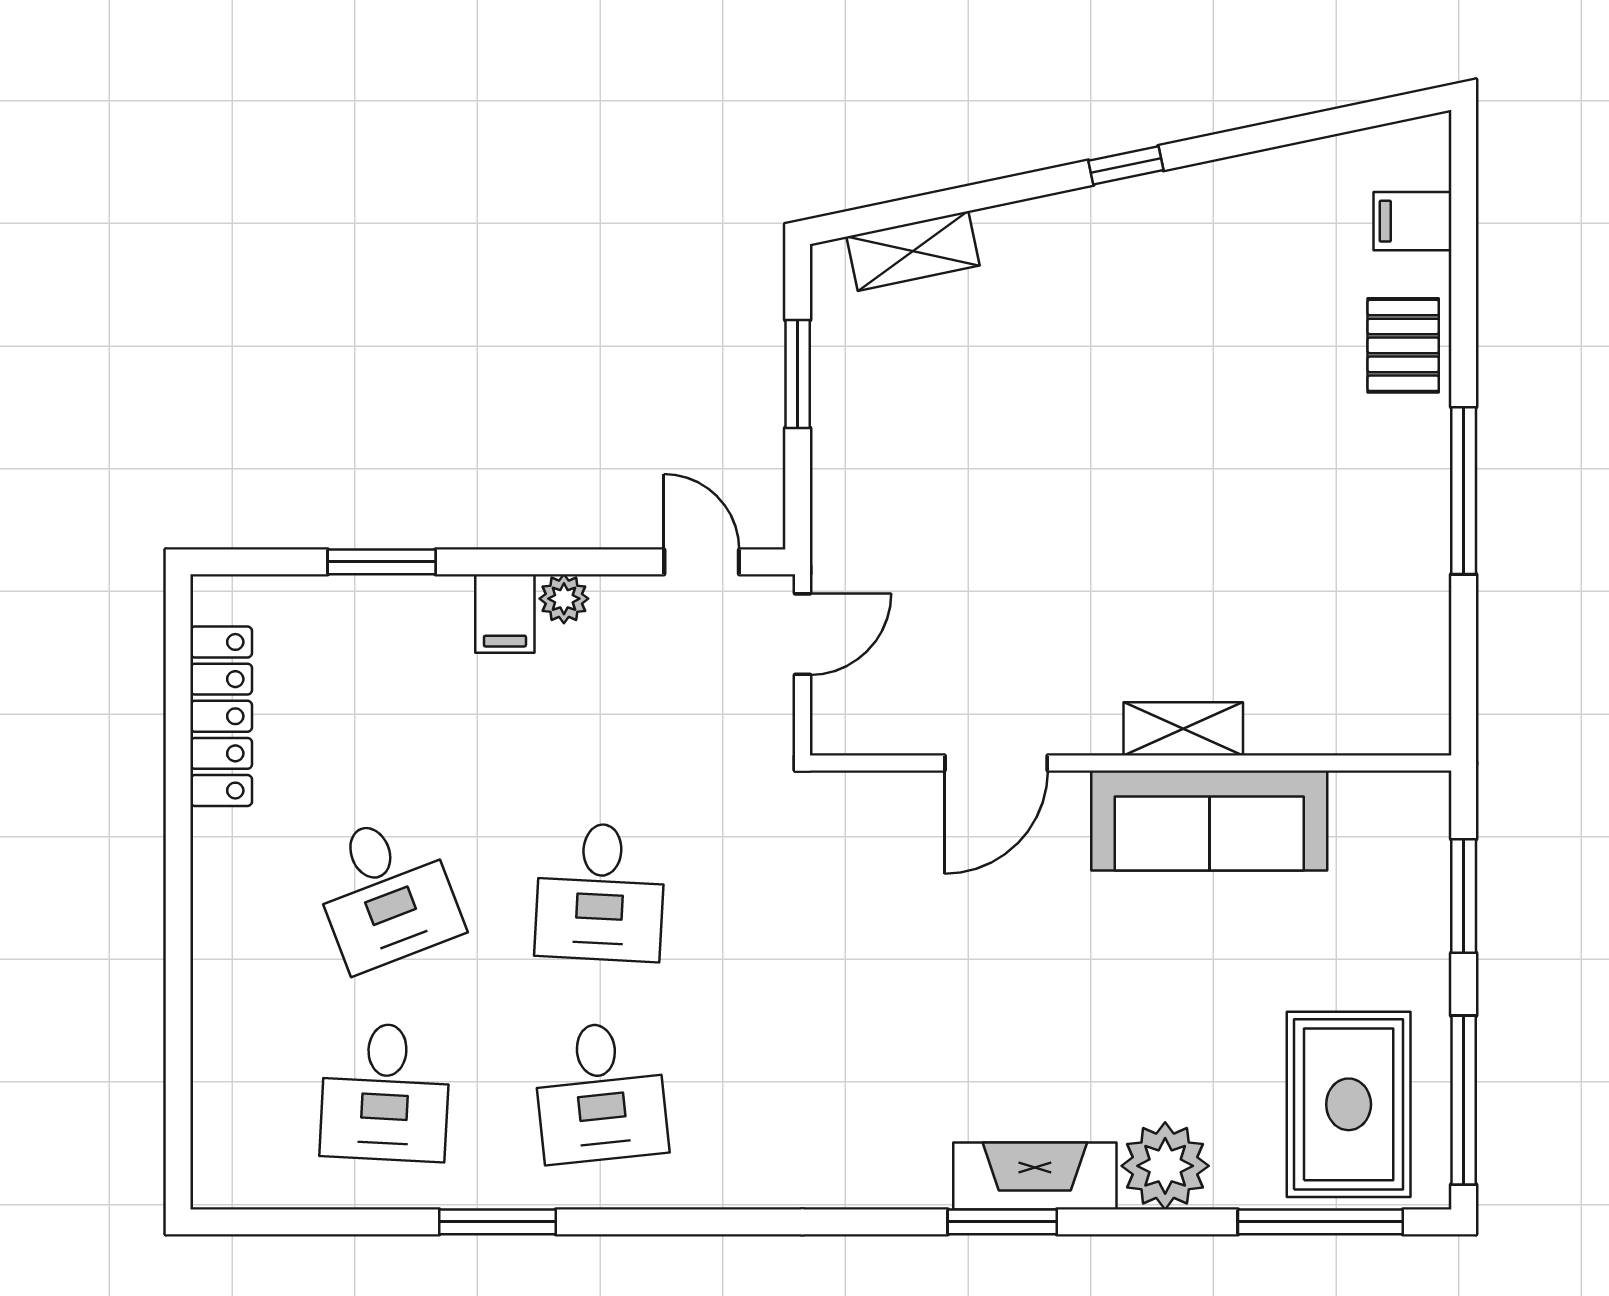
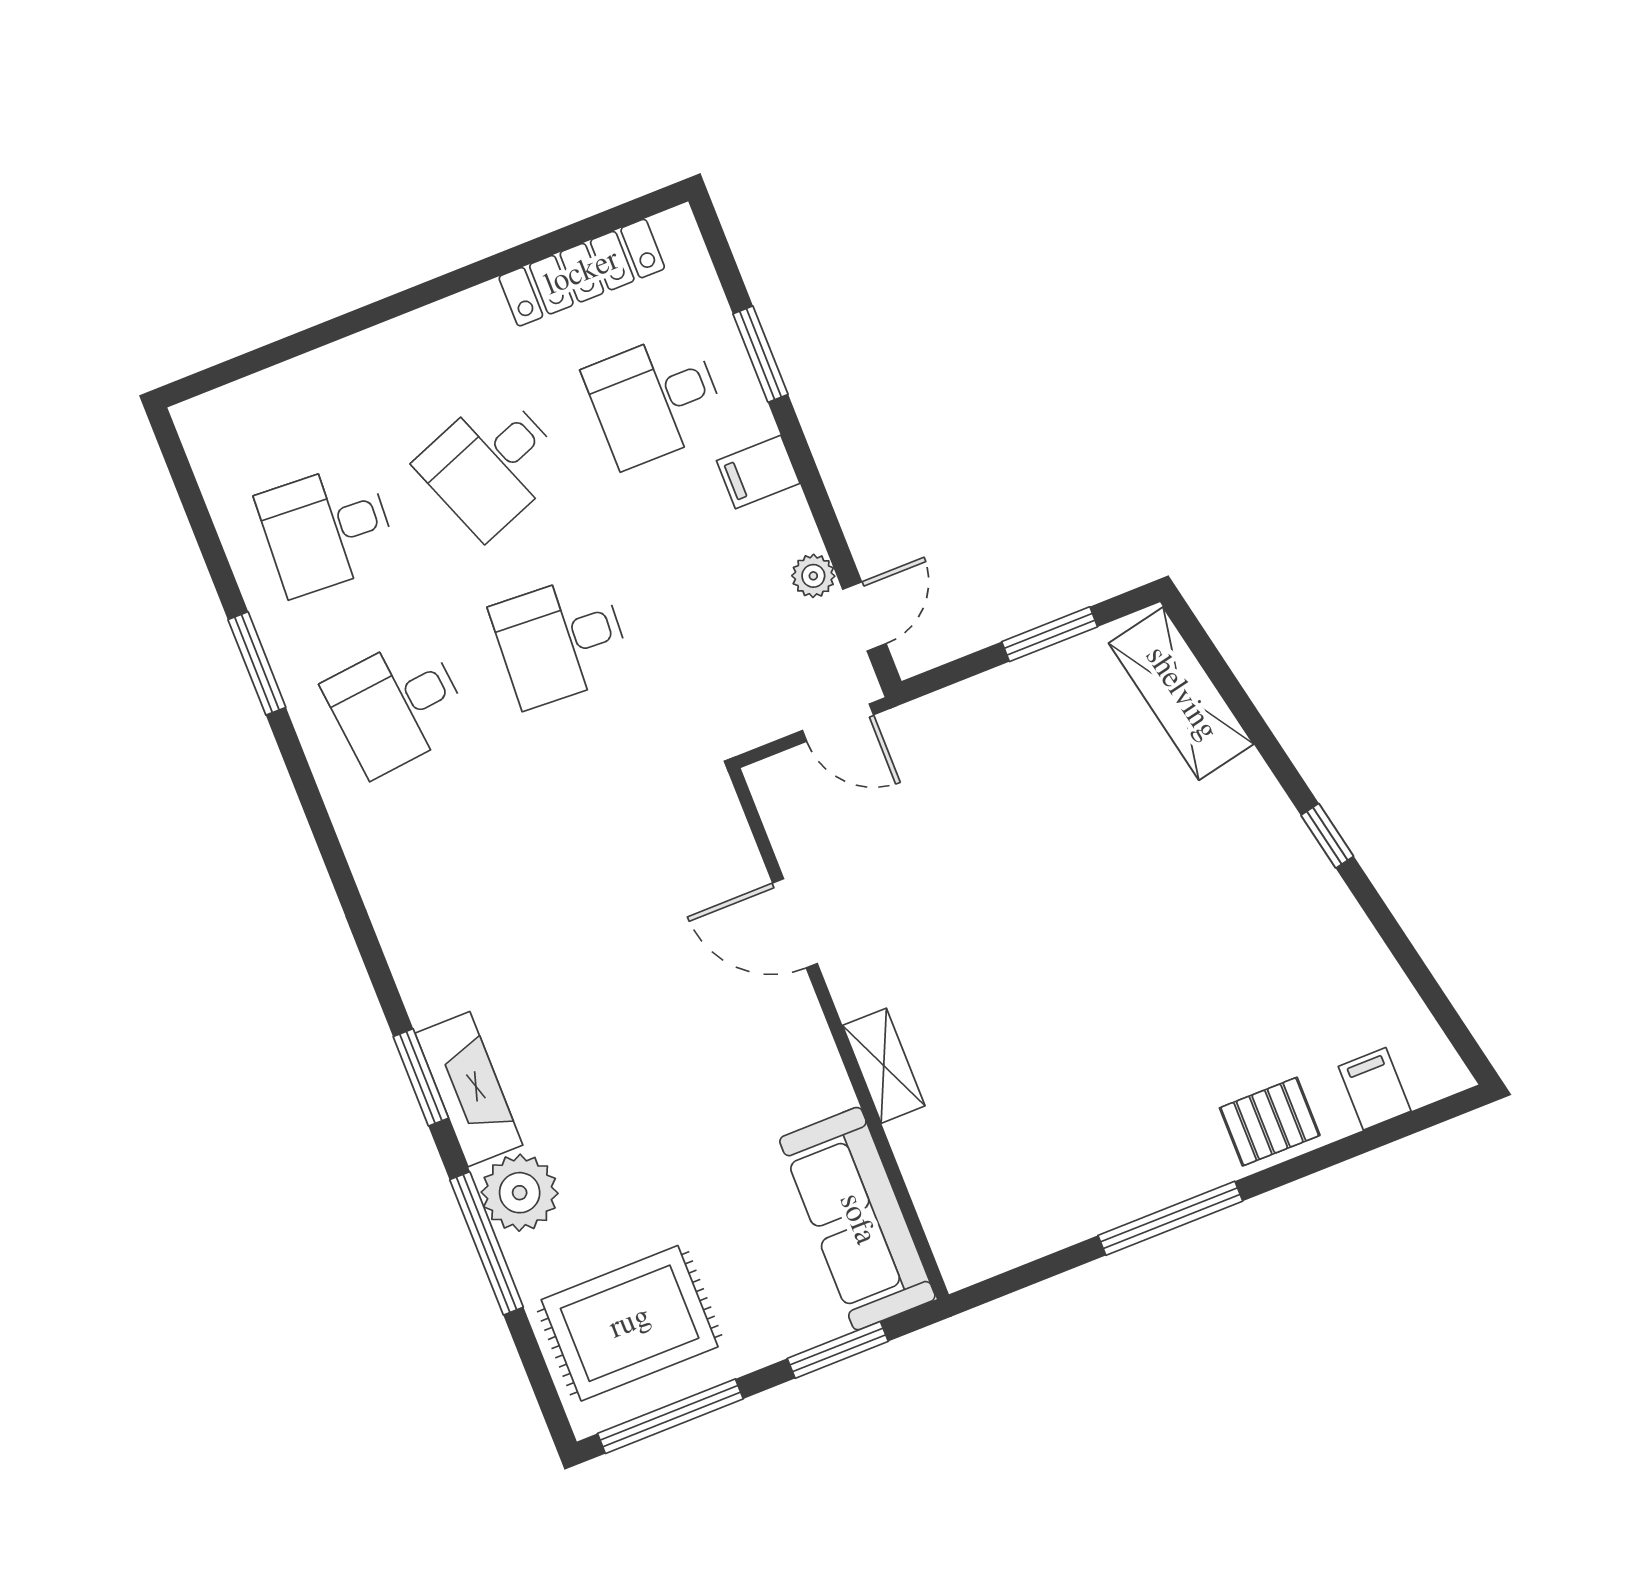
shelving: (913, 251) -> (1181, 694), width x1.50, depth x1.33
plant: (564, 599) -> (813, 576), moved
desk: (385, 692) -> (655, 399), added
sofa: (1209, 821) -> (857, 1219), moved
window: (1320, 1222) -> (487, 1243), moved

